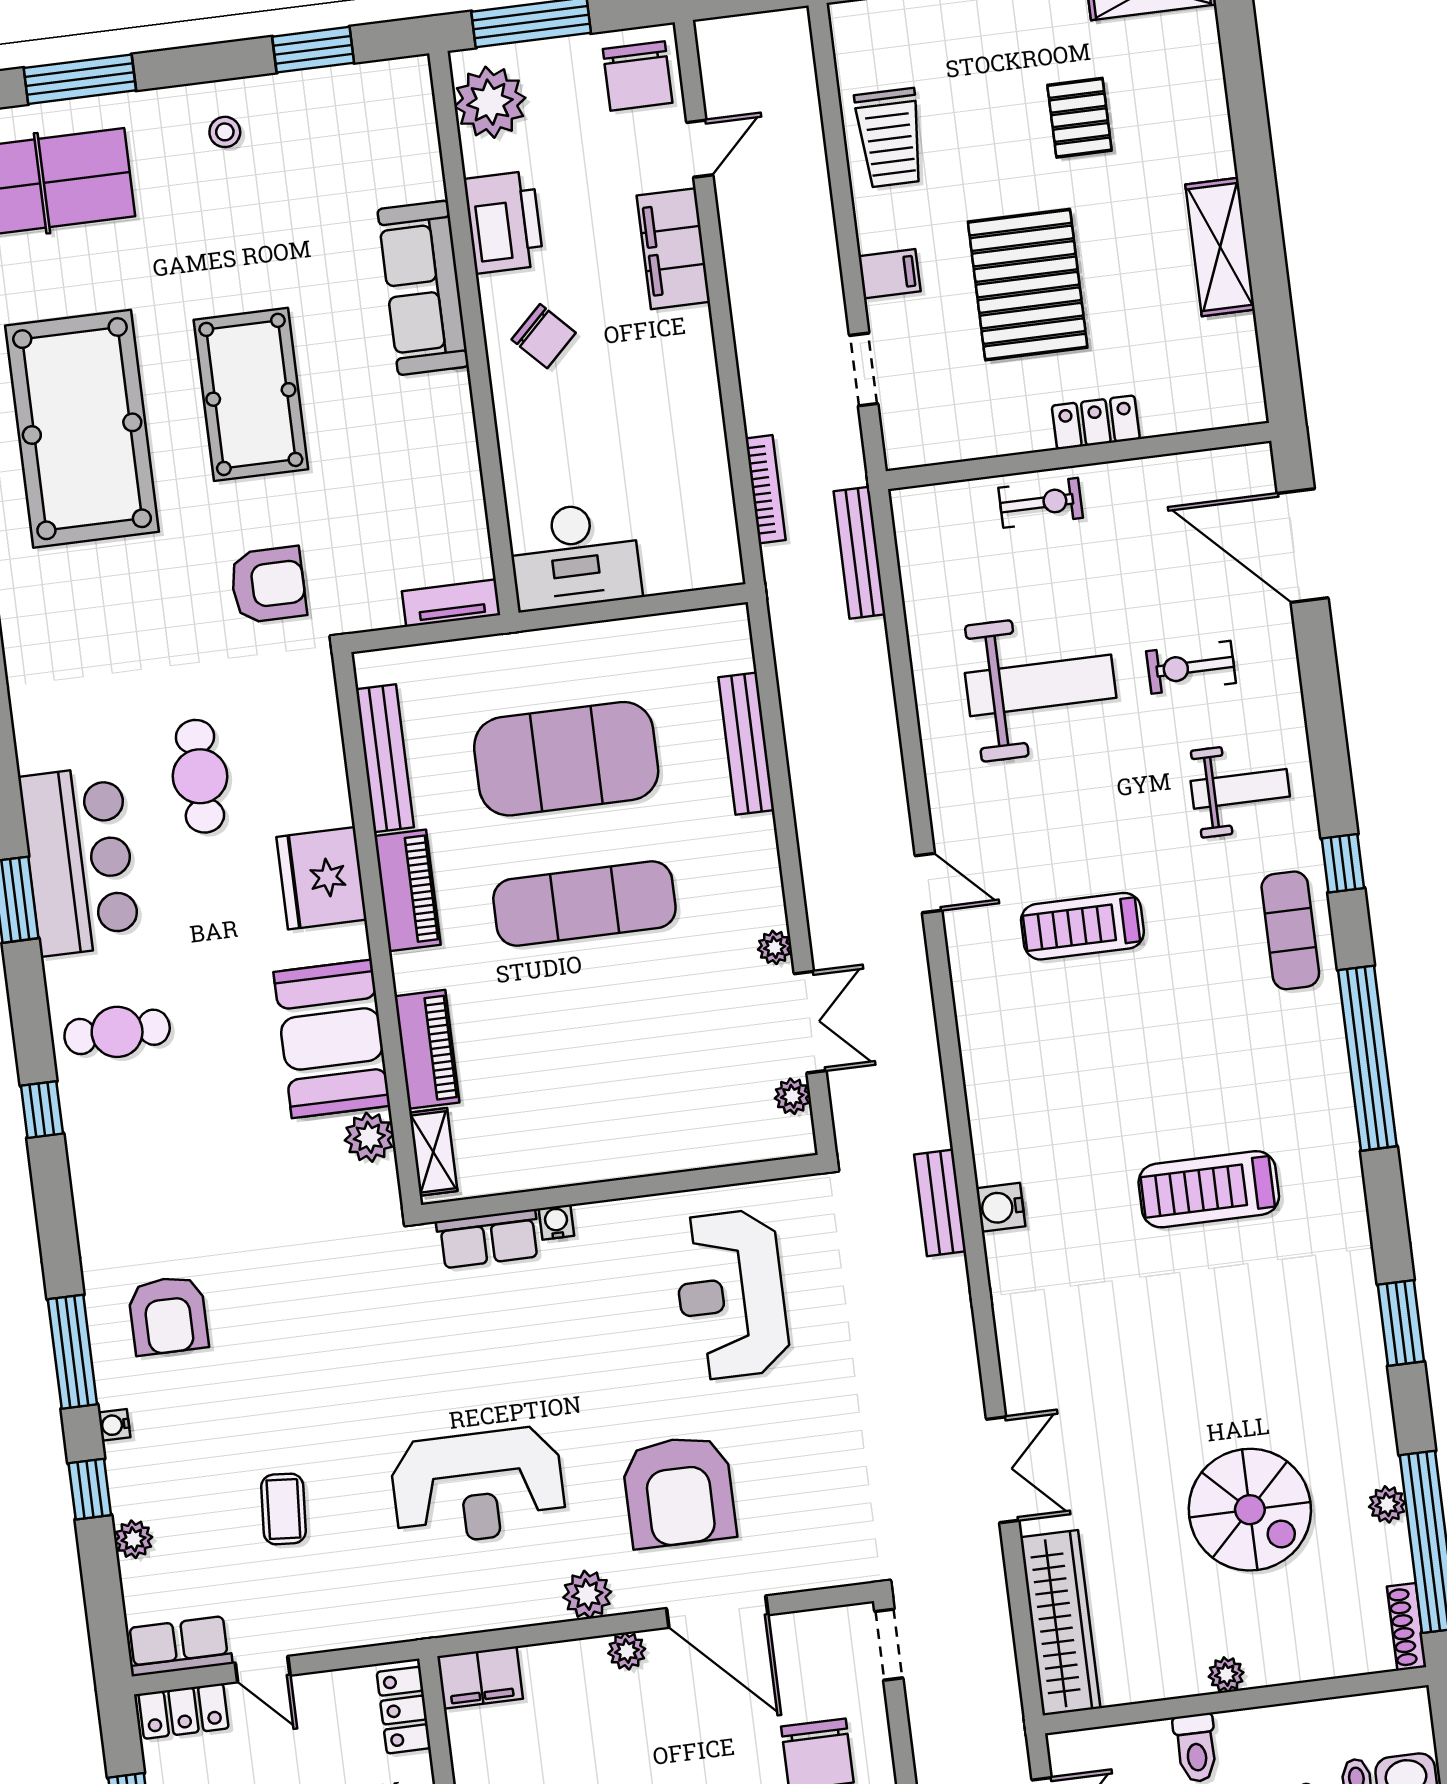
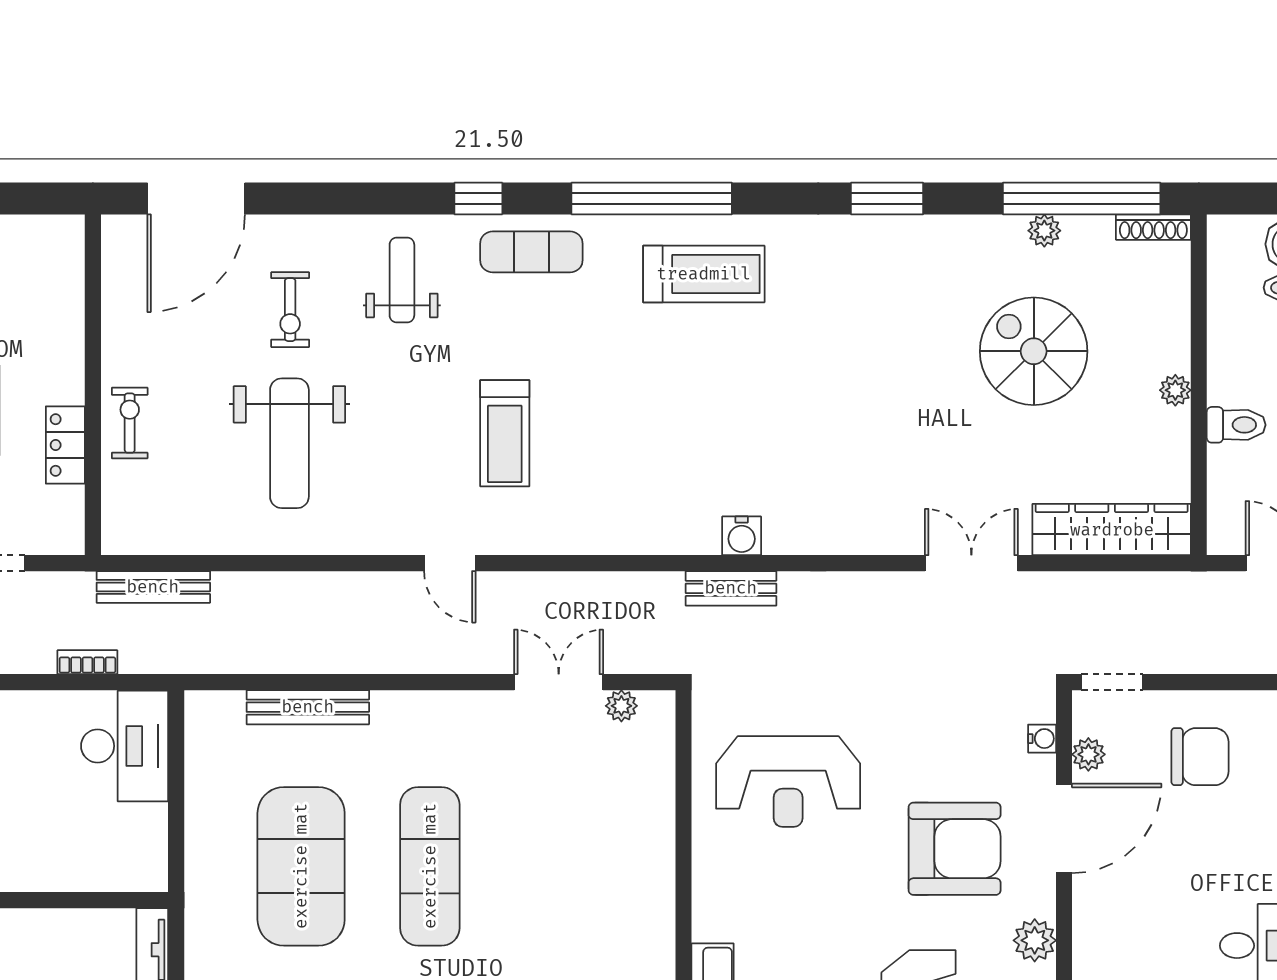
locker: (1096, 422) -> (65, 445), moved
bookcase: (766, 489) -> (87, 662), width x0.64
desk: (574, 556) -> (125, 746), moved
weight bench: (1041, 685) -> (289, 443), turned 180
door: (928, 883) -> (450, 563), swing flipped
plant: (775, 947) -> (489, 705), removed
treadmill: (1209, 1189) -> (704, 274), moved, turned -90
water cooler: (556, 1222) -> (1042, 739), moved, turned 180
spiral stairs: (1250, 1510) -> (1034, 351), turned -90
plant: (627, 1651) -> (1088, 754), moved

